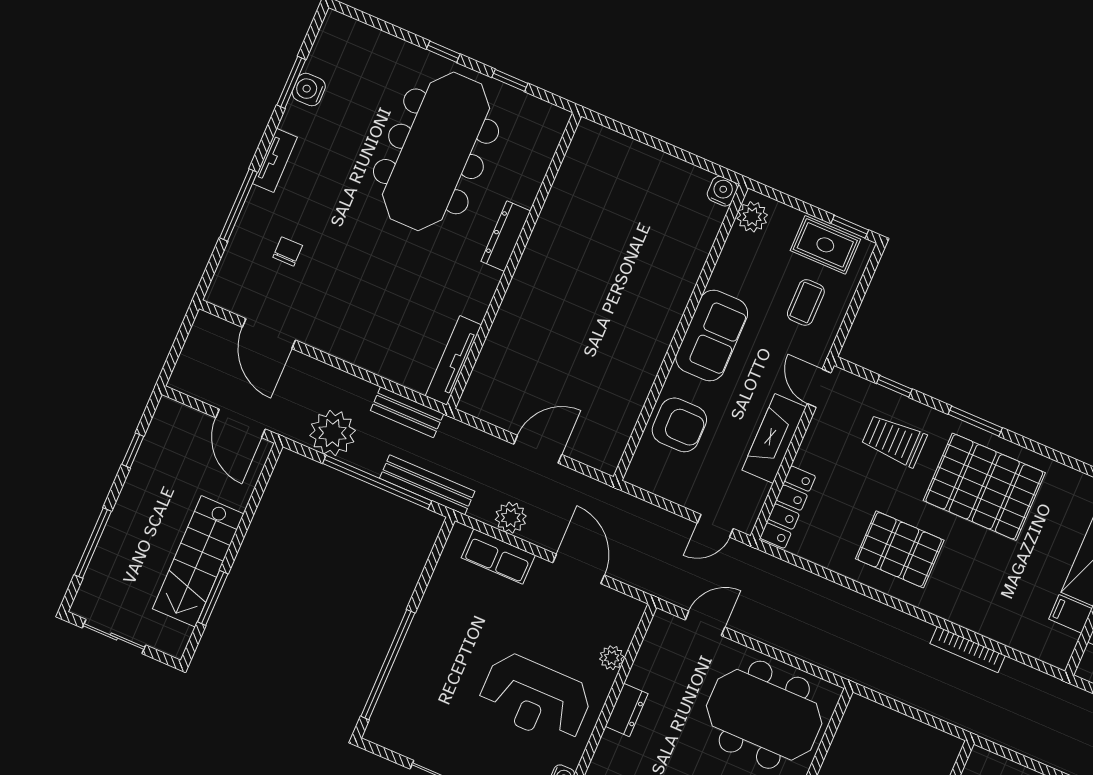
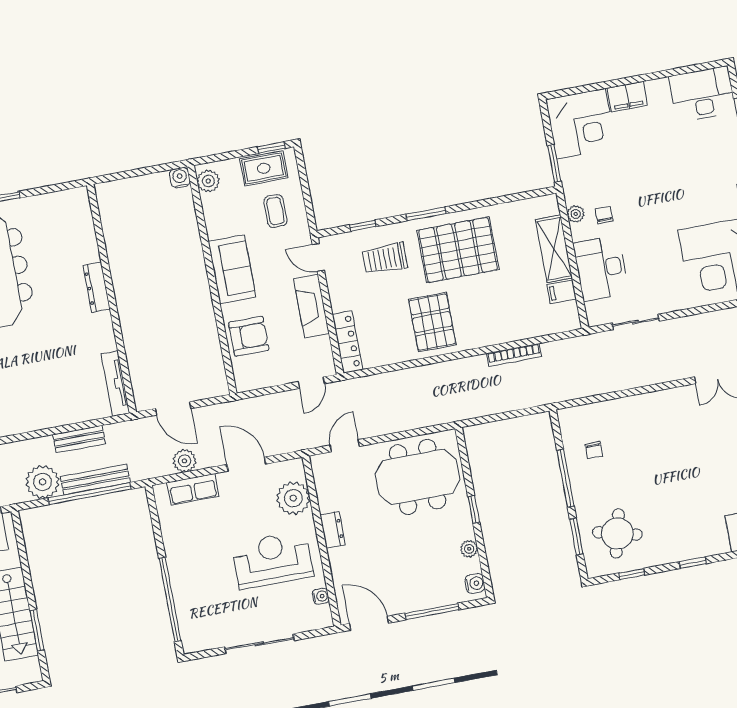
dresser: (506, 236) -> (97, 287), moved
wall: (514, 261) -> (112, 299), moved
tv unit: (453, 360) -> (115, 384), moved
door: (538, 449) -> (173, 409), swing flipped
bench: (427, 485) -> (95, 480), moved
pallet: (900, 549) -> (432, 322), turned 90
plant: (612, 658) -> (293, 498), width x1.88, depth x1.88
reception desk: (535, 698) -> (273, 560), turned 180

